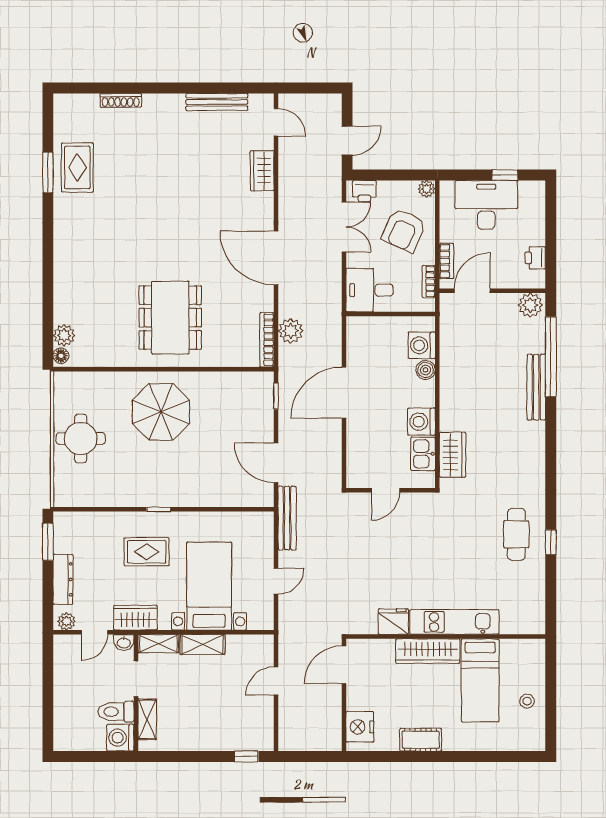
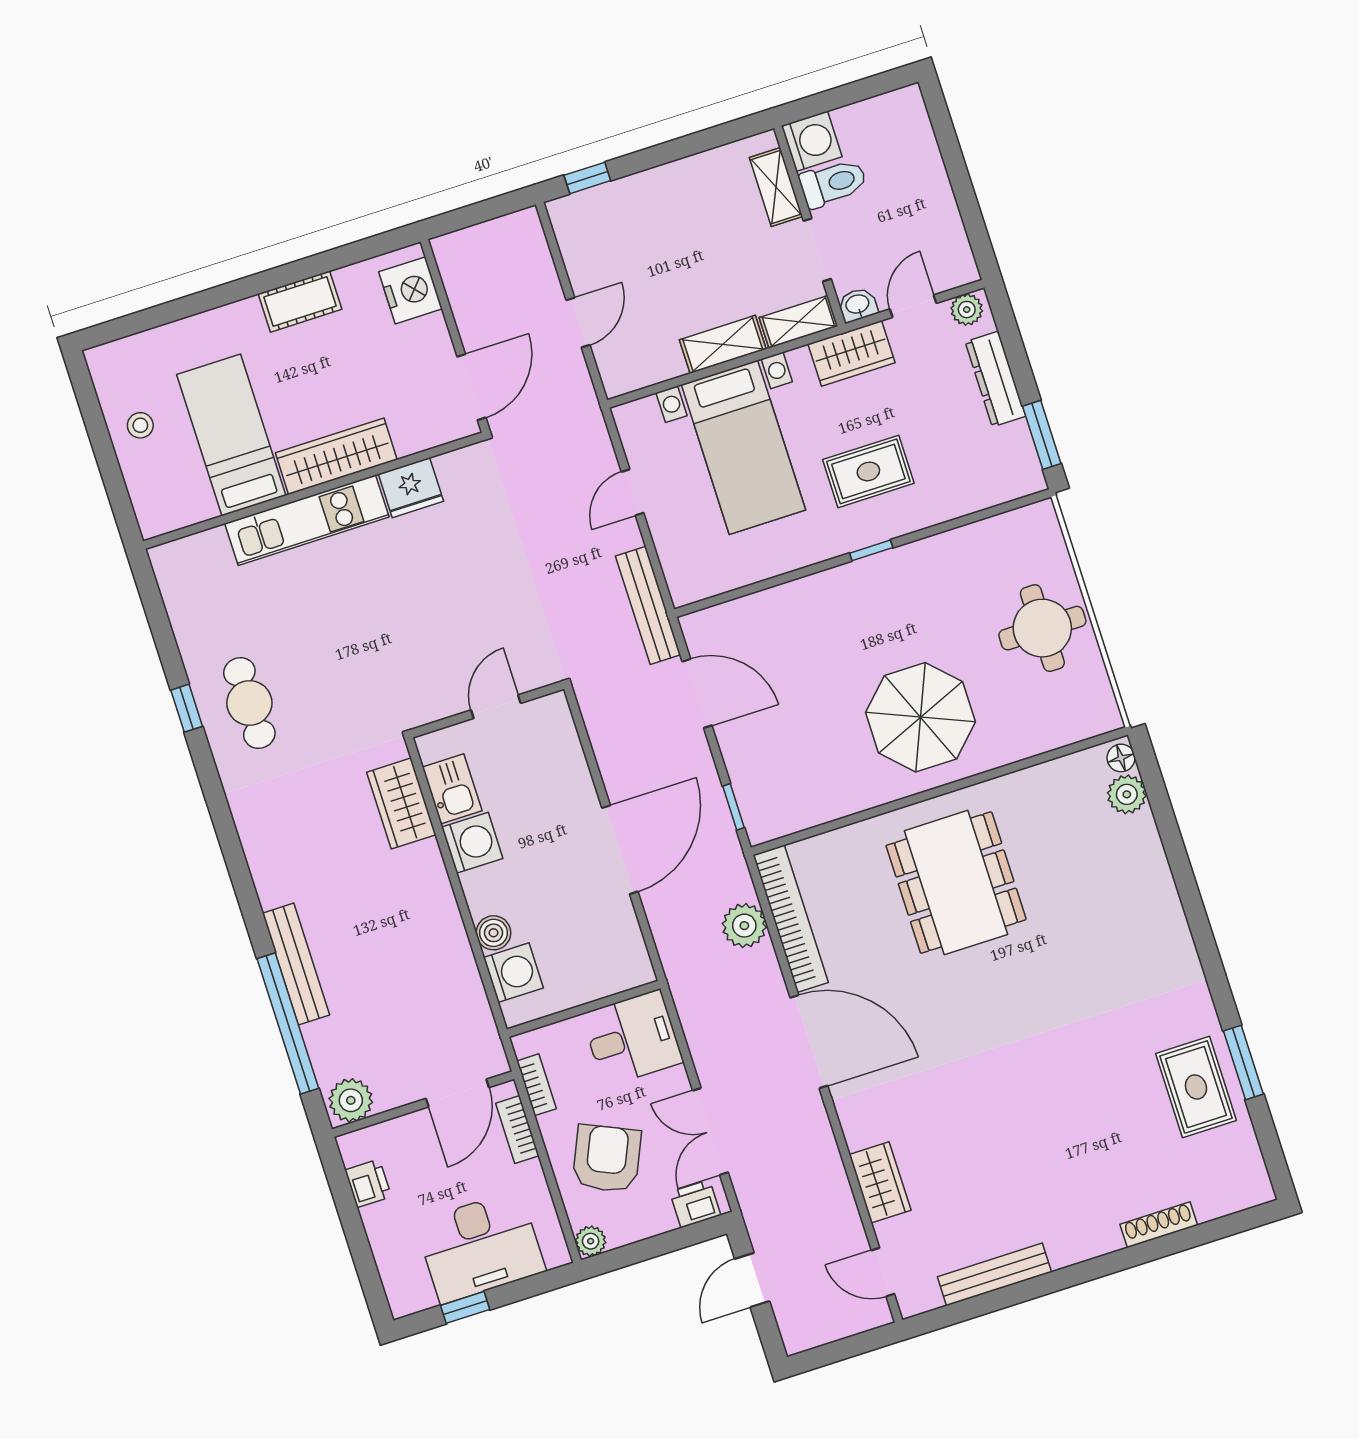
bookcase: (267, 340) -> (791, 919), width x1.48, depth x1.31

